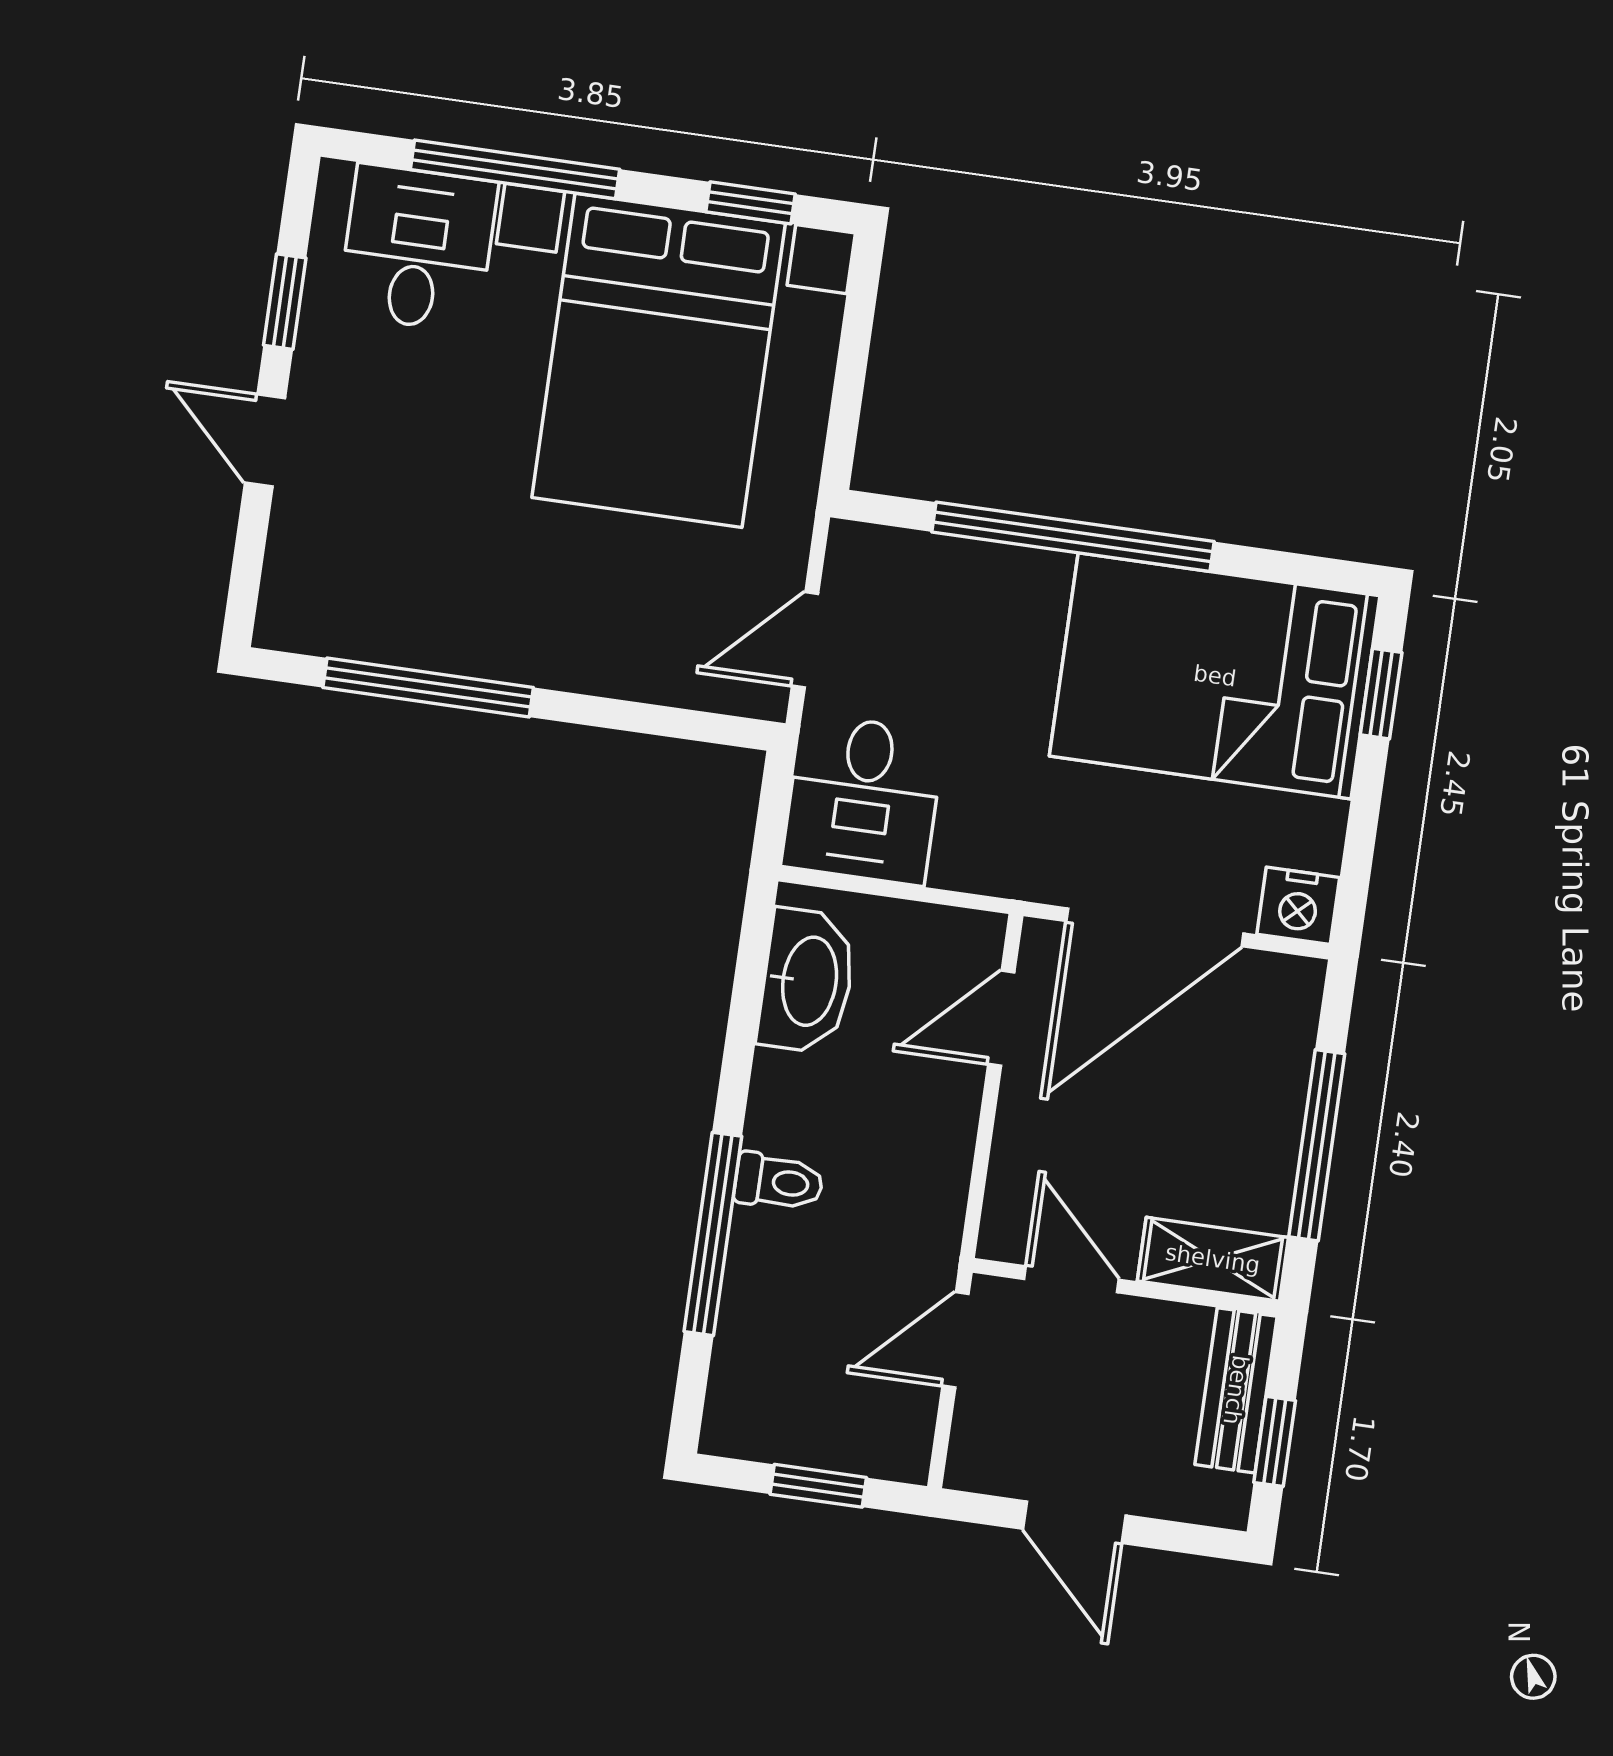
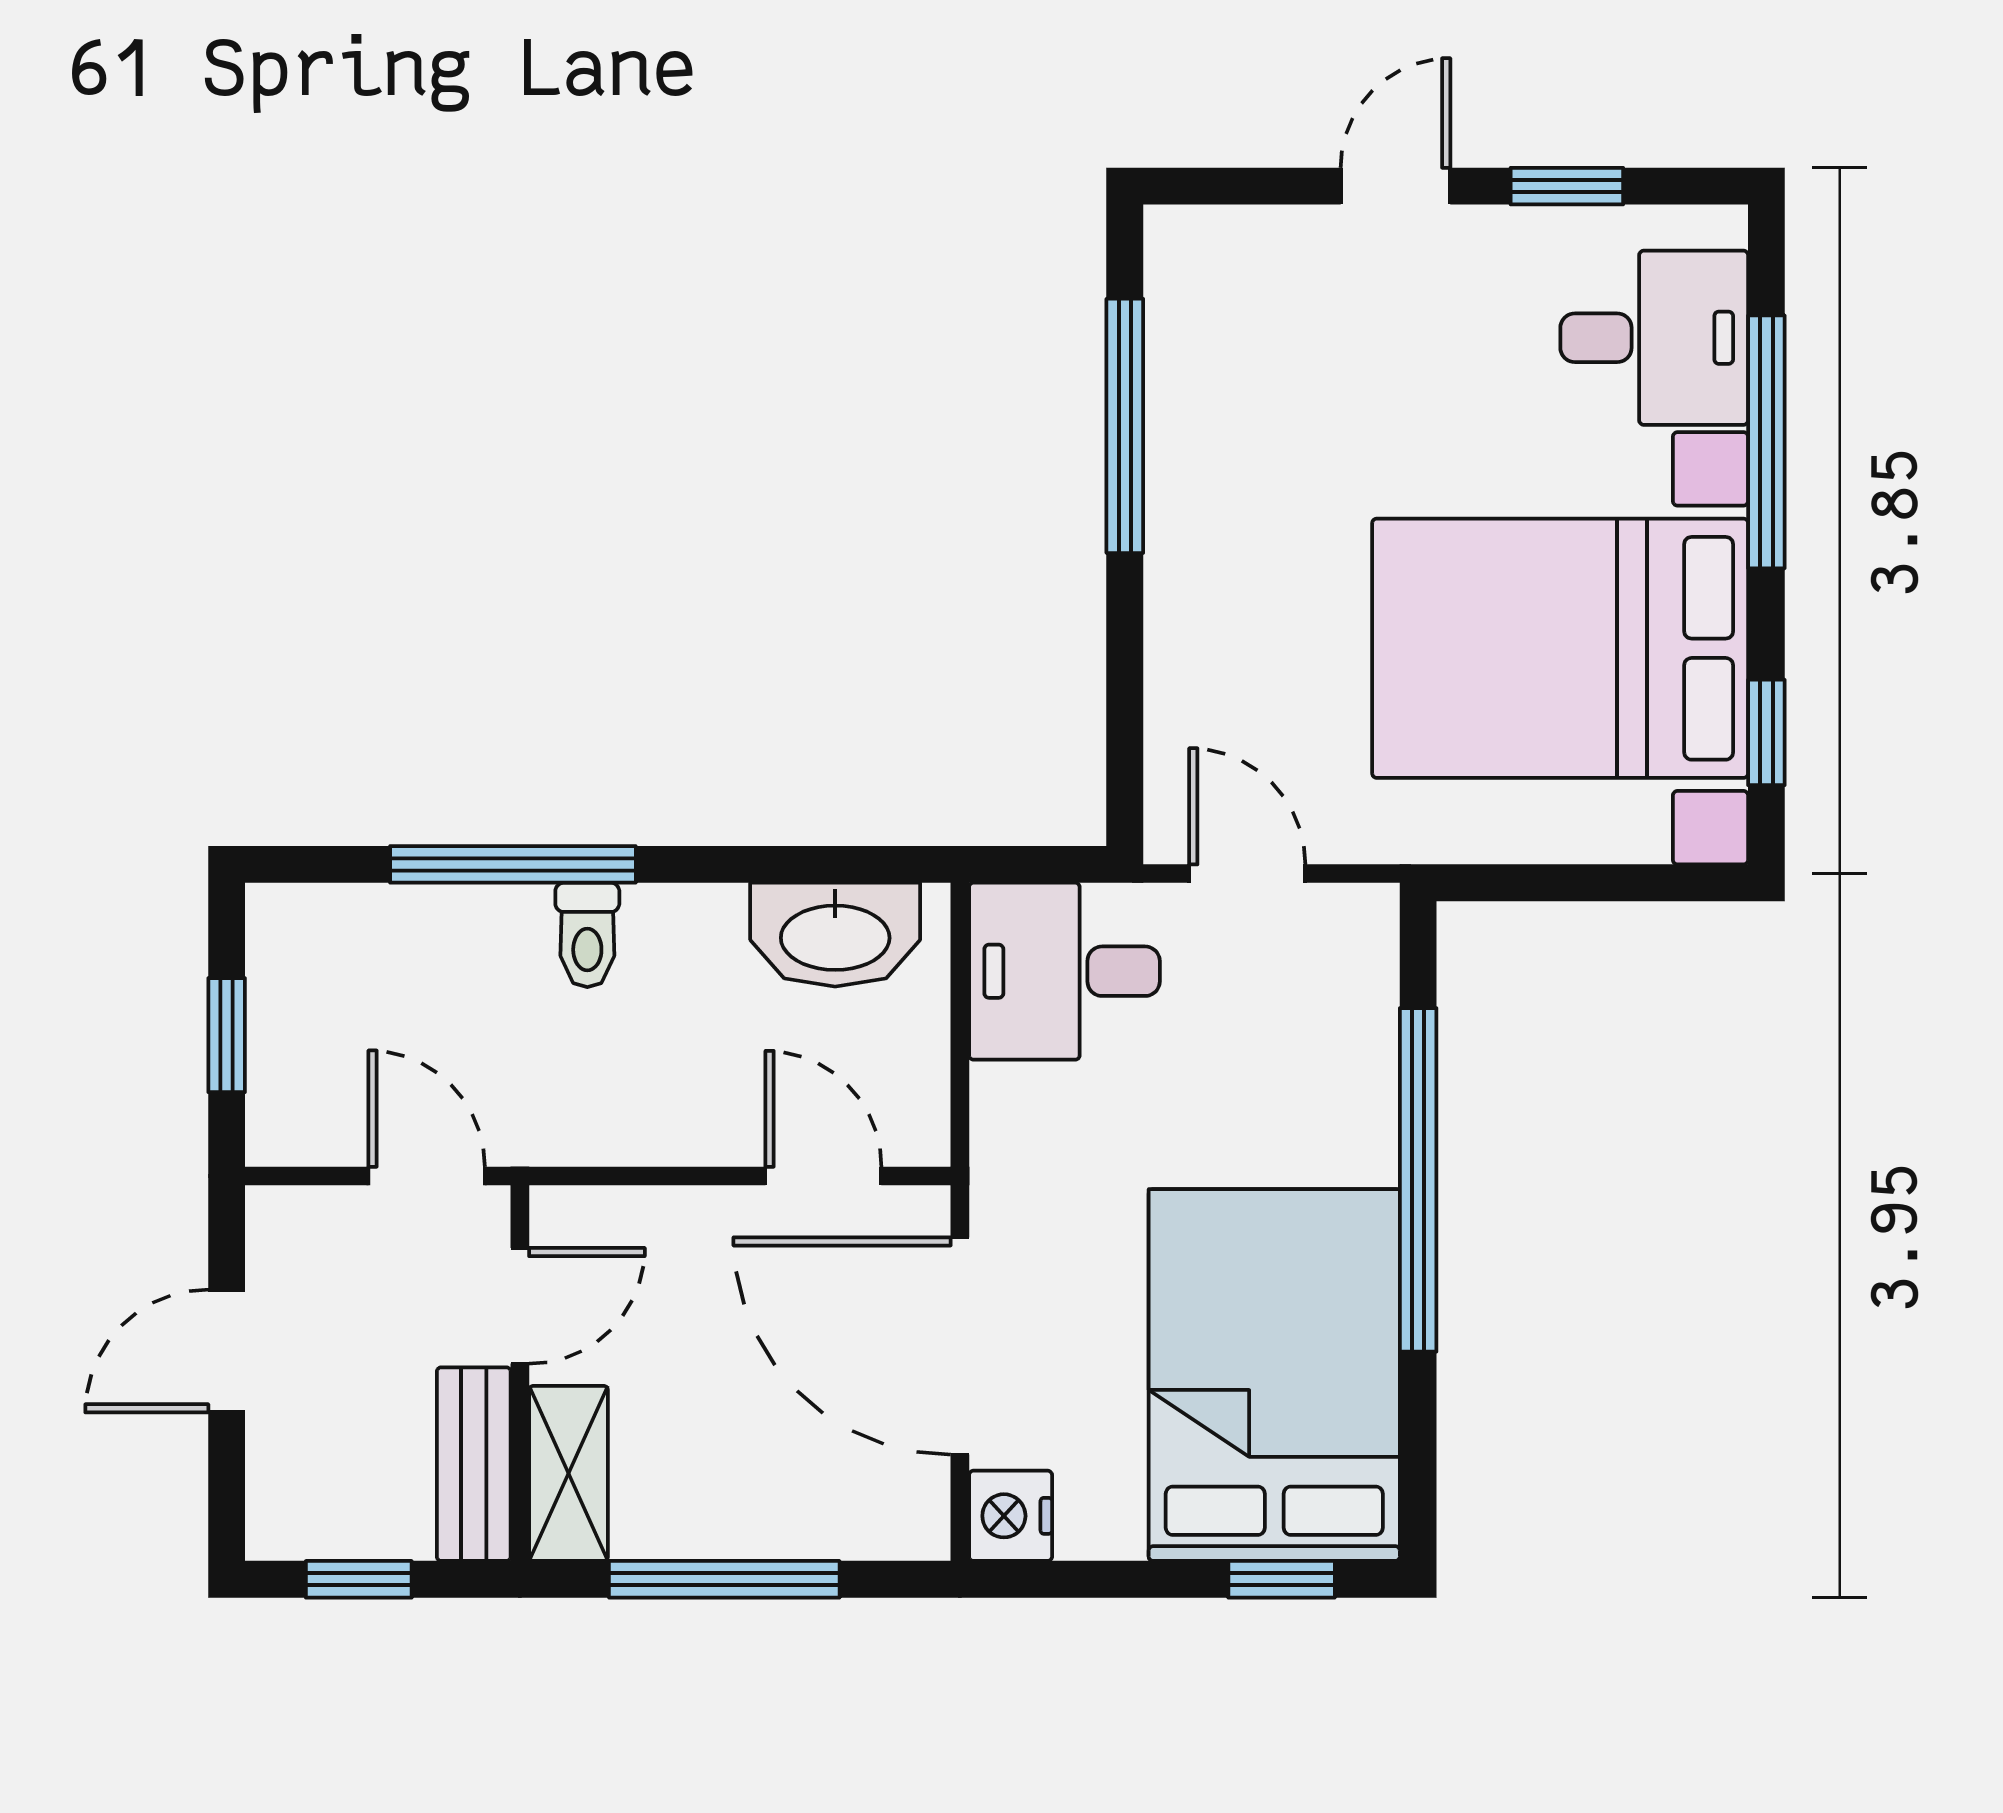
bench: (1236, 1390) -> (474, 1464), moved, turned 90

